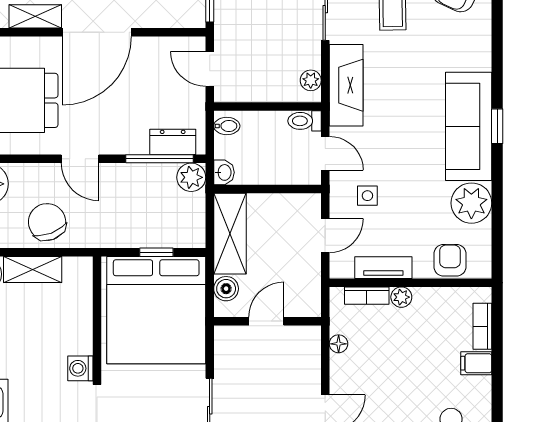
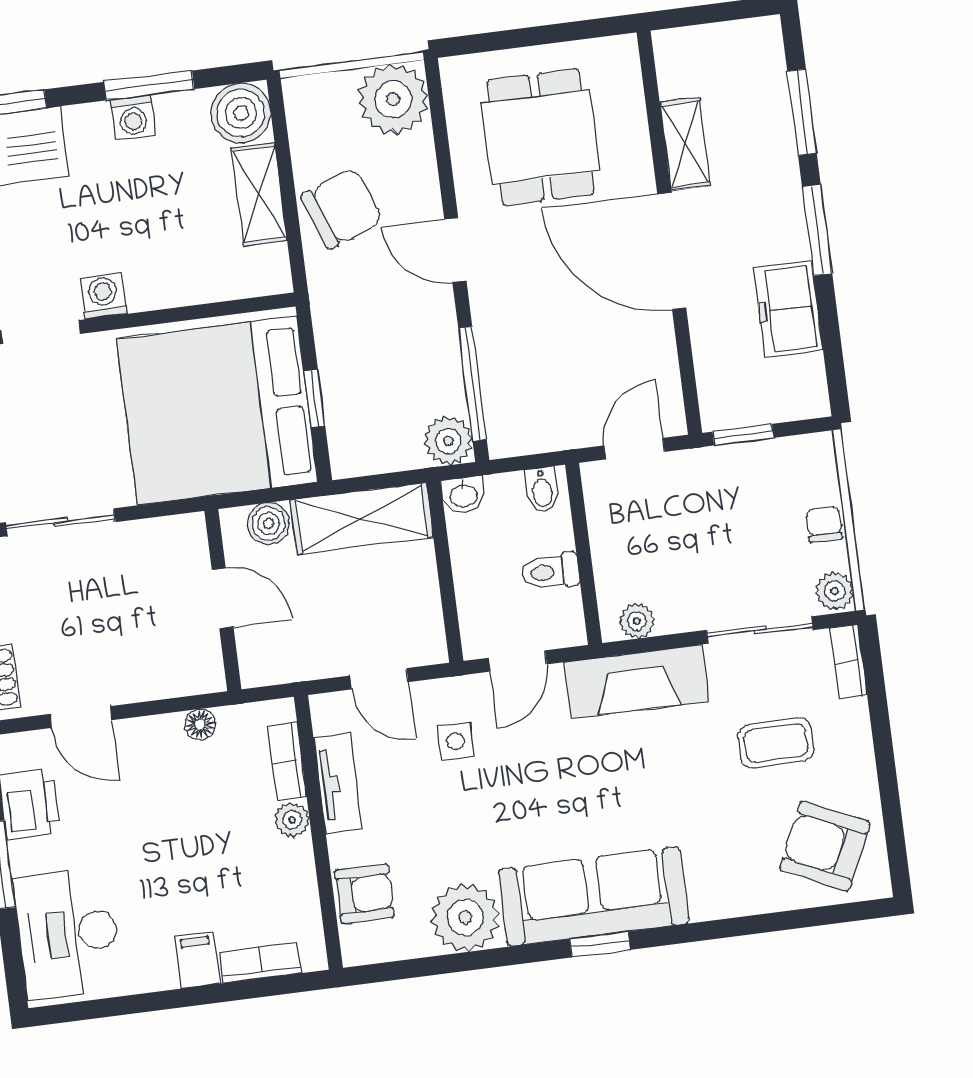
toilet: (305, 121) -> (550, 572), moved, turned -90
dresser: (173, 142) -> (504, 402), removed
door: (80, 159) -> (455, 250), hinge flipped

